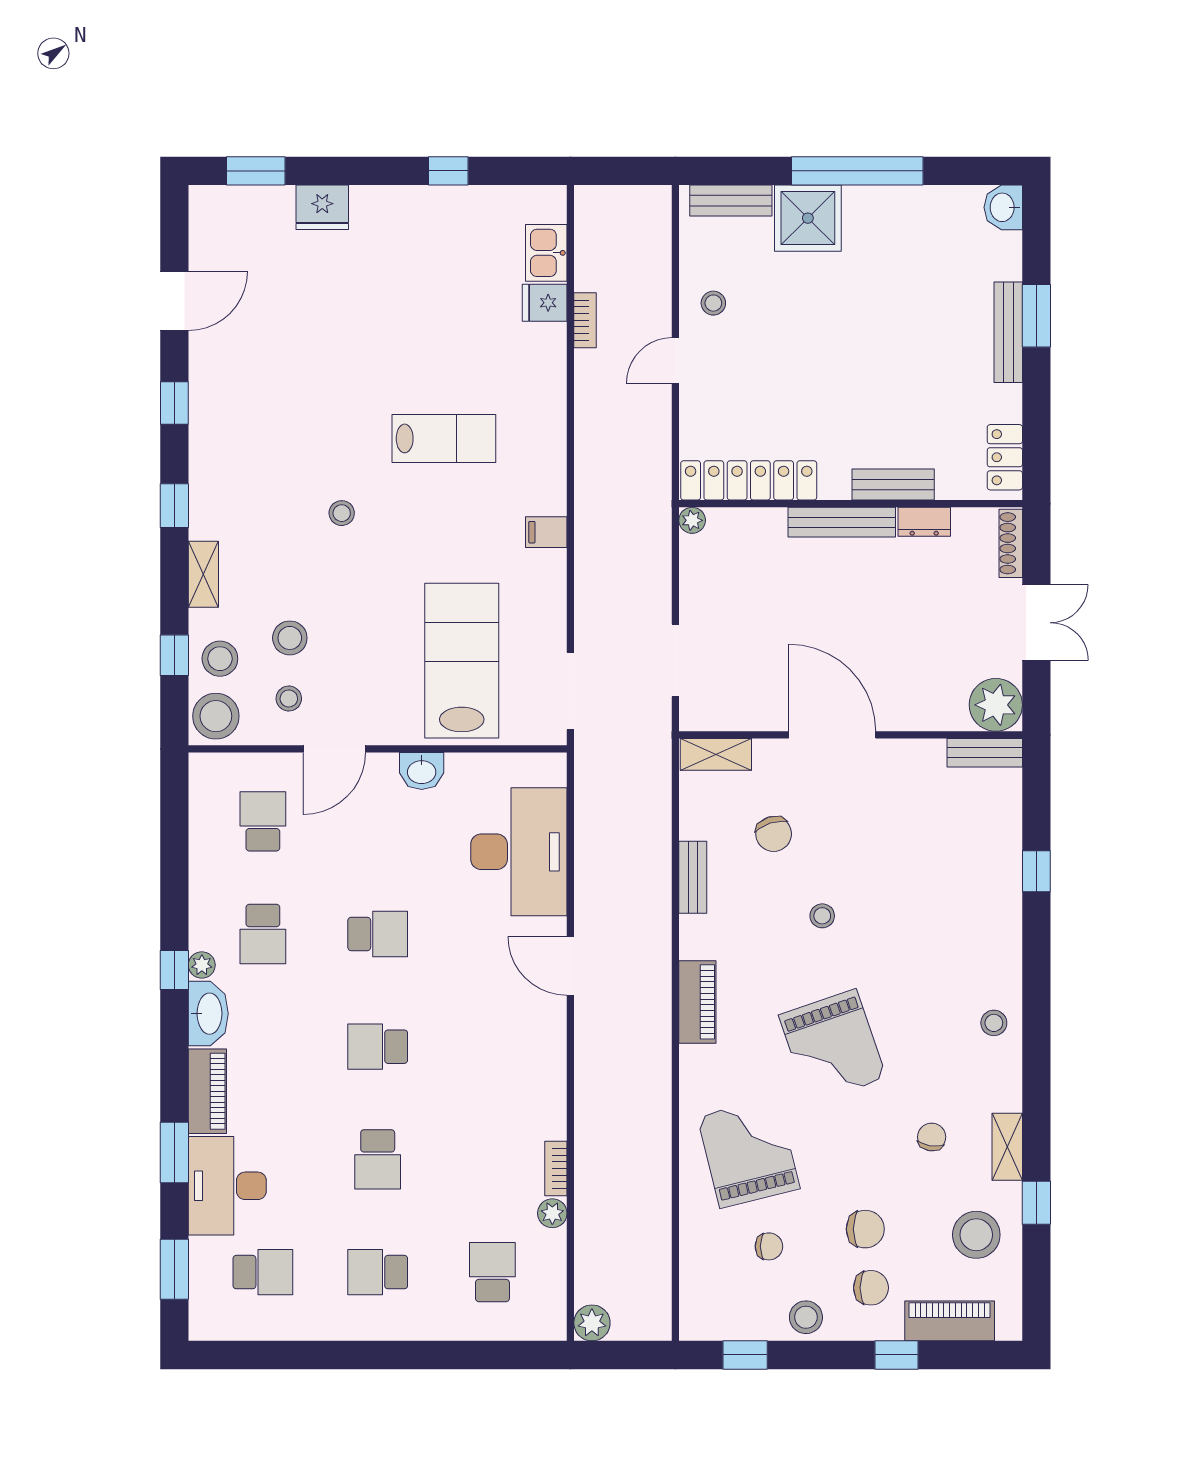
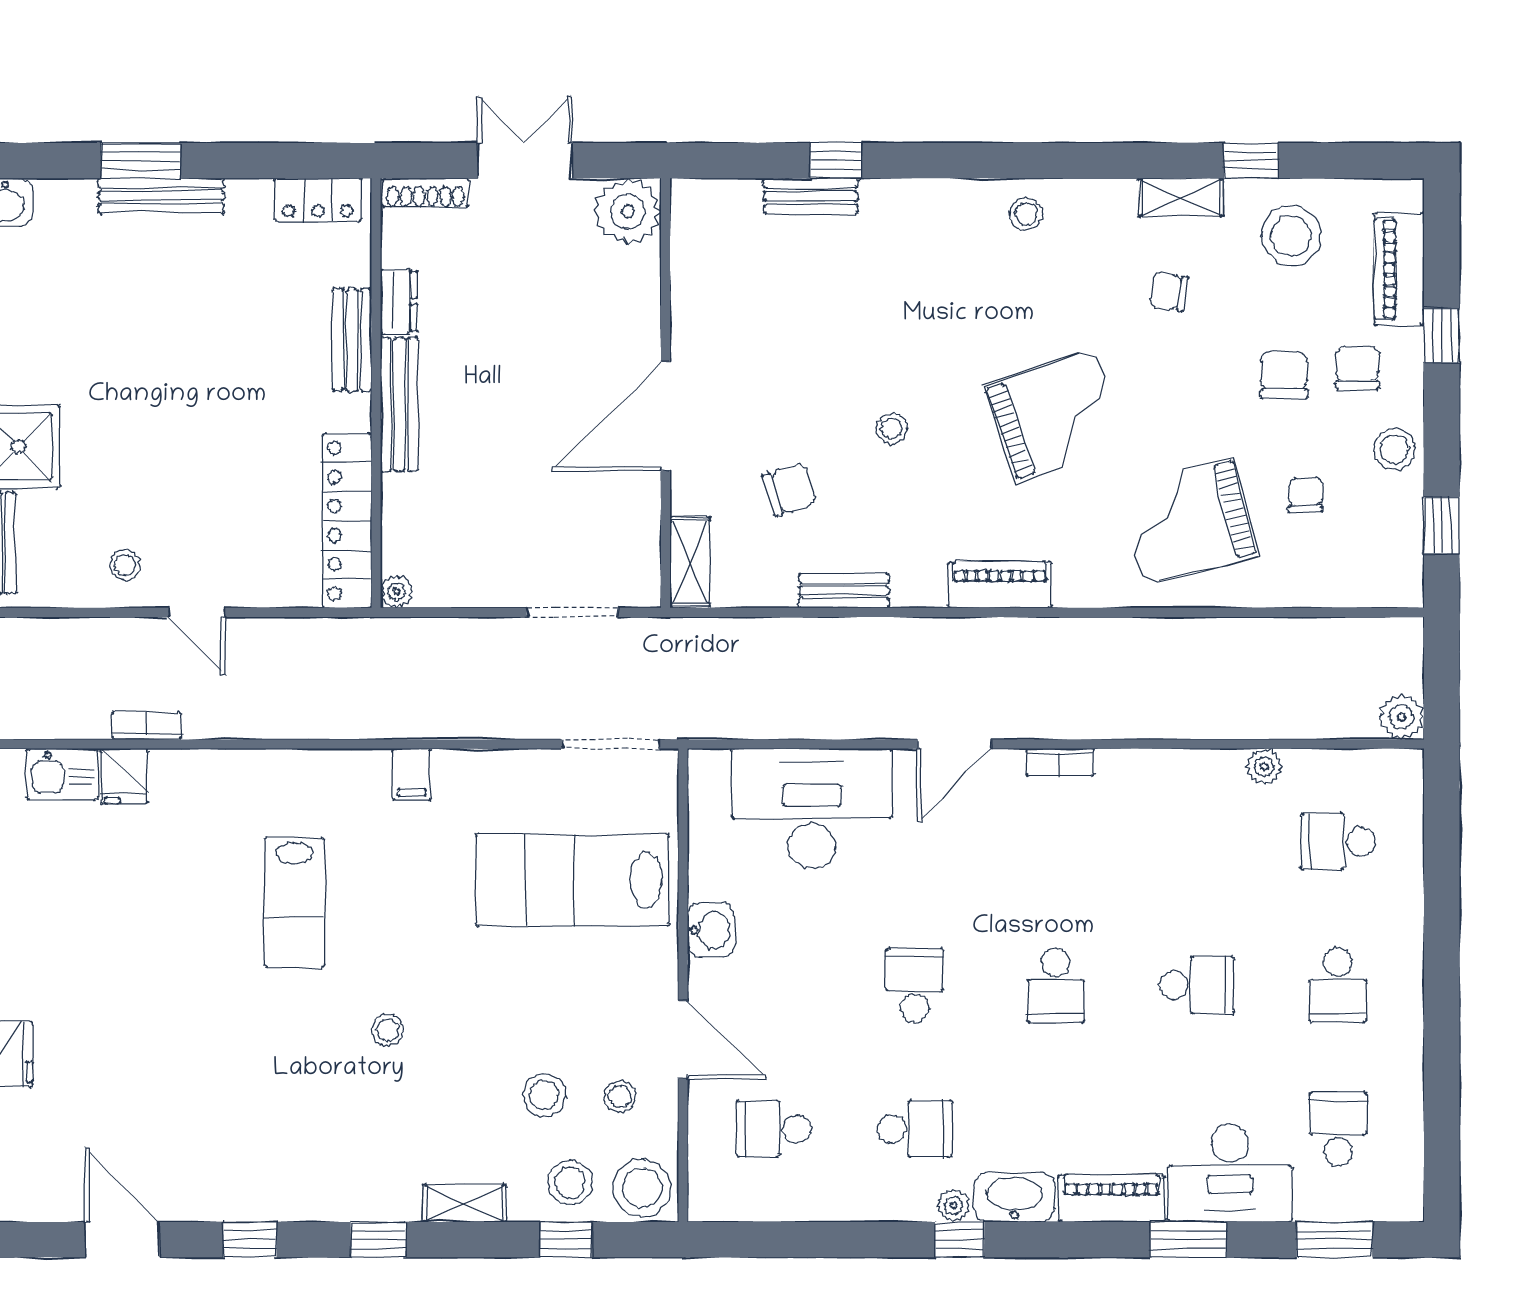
lab bench: (444, 438) -> (294, 902), turned 180
bench: (985, 753) -> (811, 196), moved, turned 90
bookcase: (556, 1169) -> (1060, 762), moved

